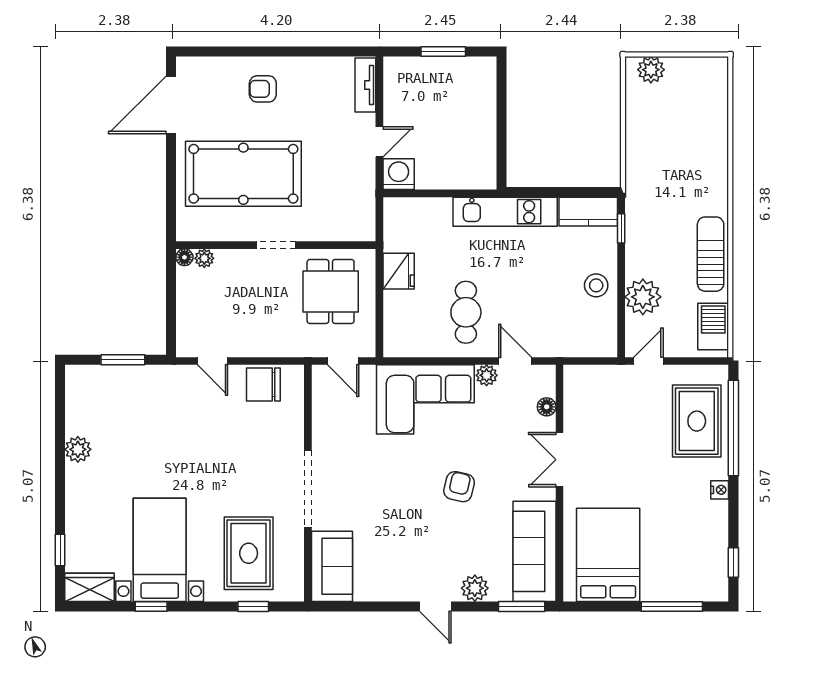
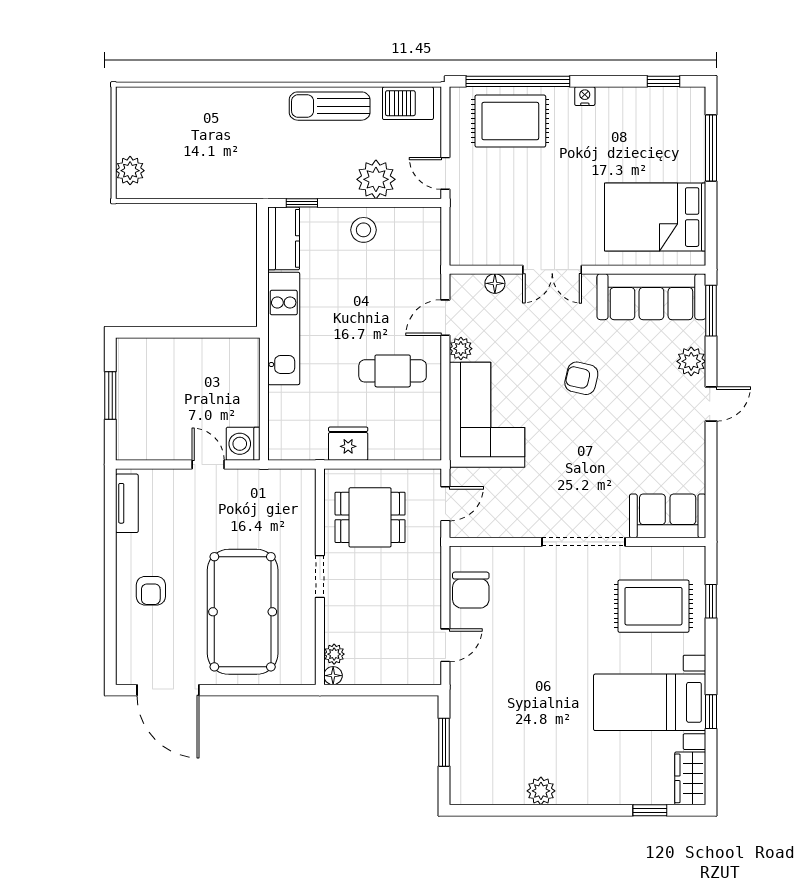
tv unit: (365, 85) -> (127, 503), moved, turned -90

